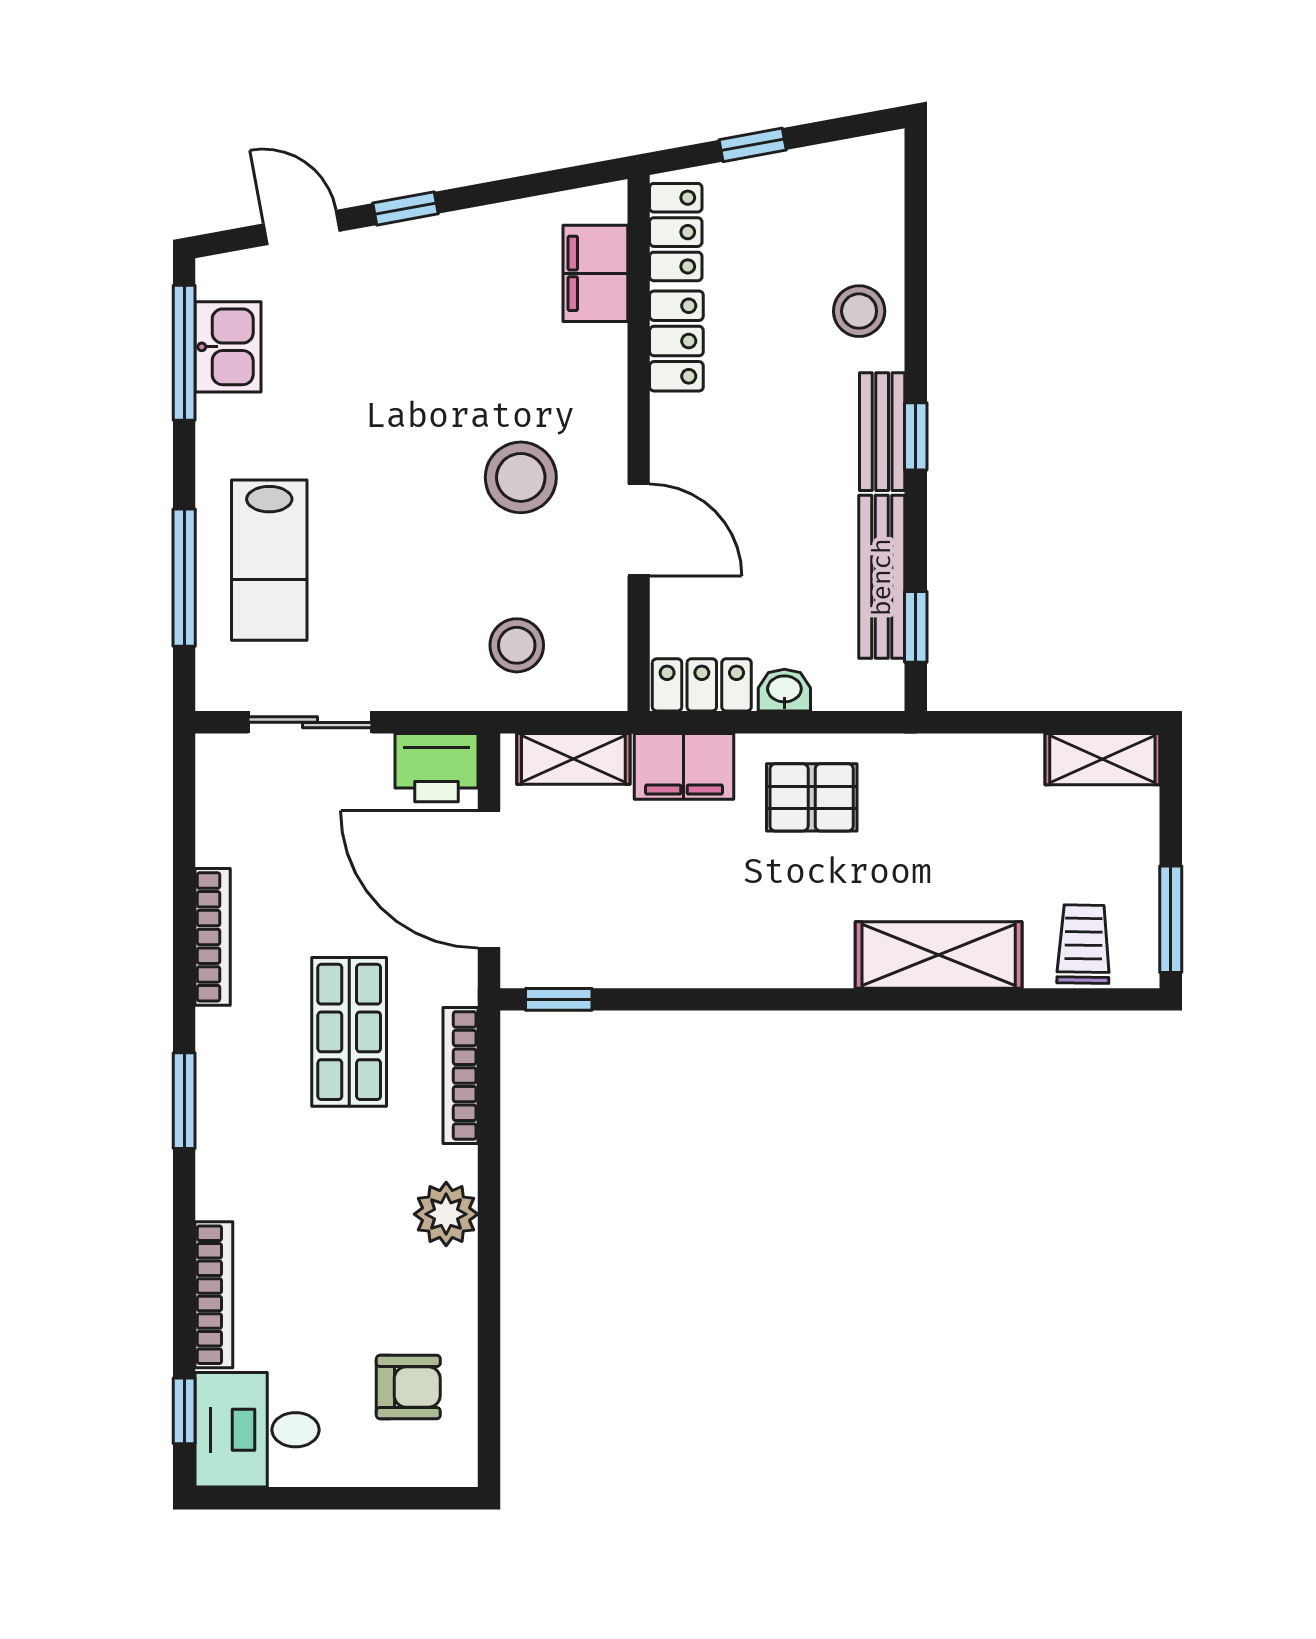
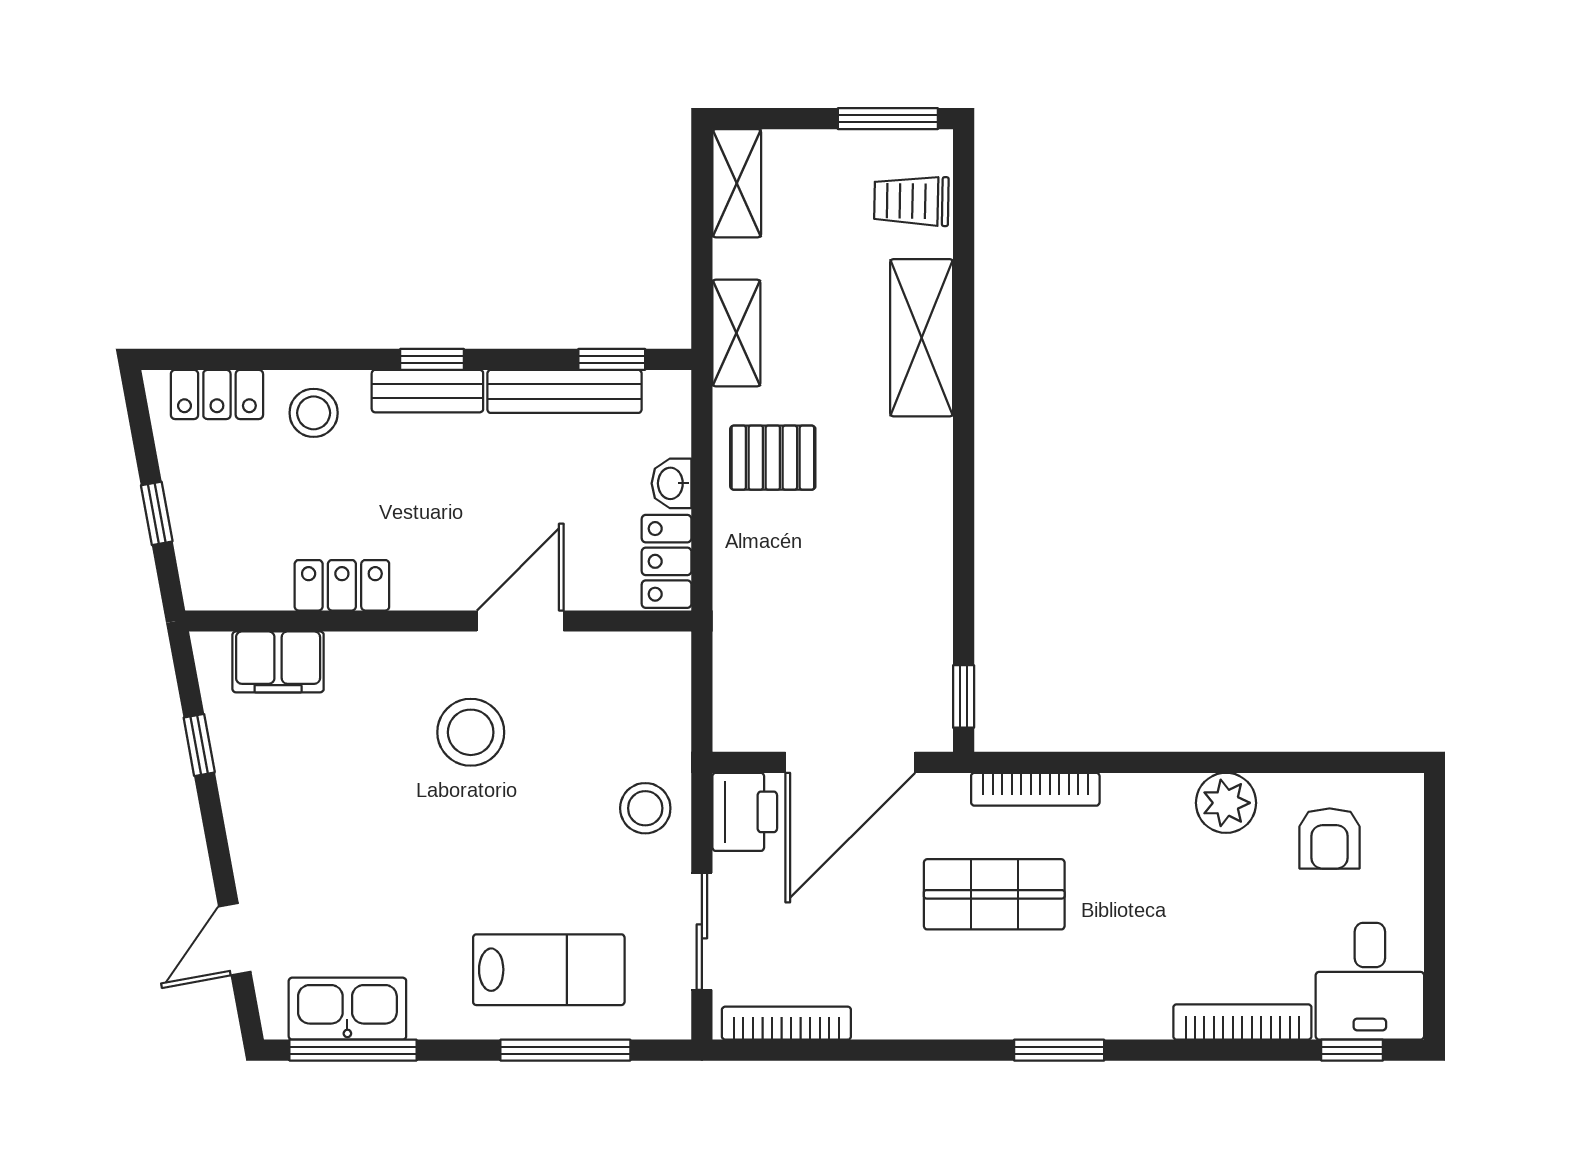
window: (405, 208) -> (199, 745), moved
locker: (676, 232) -> (217, 394), moved, turned 180
kitchen sink: (228, 347) -> (347, 1009), width x1.38
stool: (517, 645) -> (645, 808), moved
shelving: (573, 759) -> (736, 333), moved
filing cabinet: (684, 766) -> (744, 578), removed
pallet: (812, 797) -> (773, 458), turned 90
bookcase: (213, 937) -> (786, 1023), moved
plant: (446, 1214) -> (1226, 803), moved
armchair: (408, 1387) -> (1330, 838), turned 180

